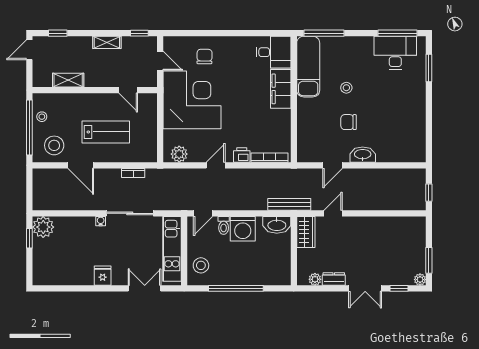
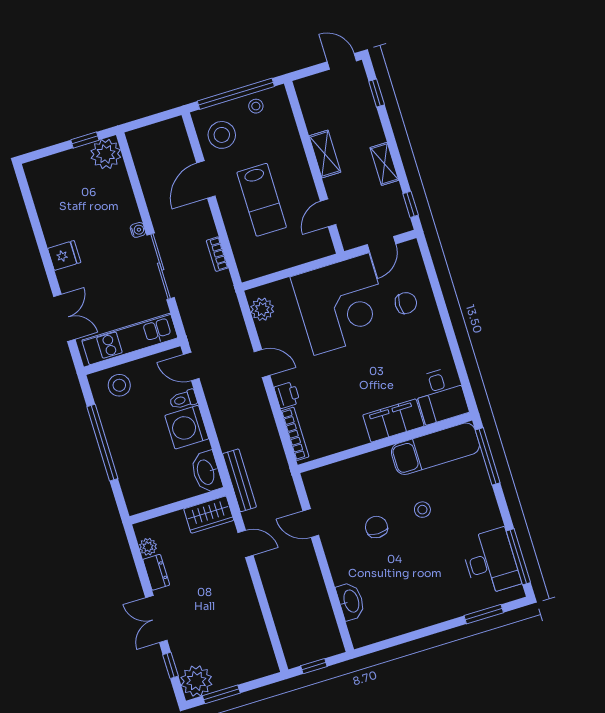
shelving: (68, 80) -> (325, 154), moved
washbasin: (363, 155) -> (351, 601), moved
plant: (420, 280) -> (196, 681), width x1.87, depth x1.87

